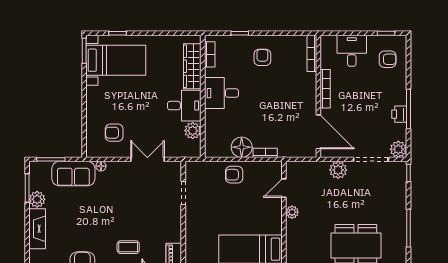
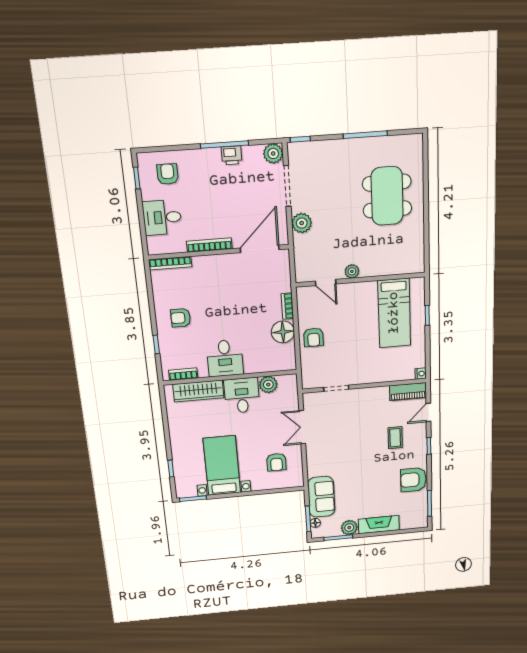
bed with nightstands: (116, 60) -> (222, 466), moved
floor lamp: (101, 166) -> (315, 523), moved

